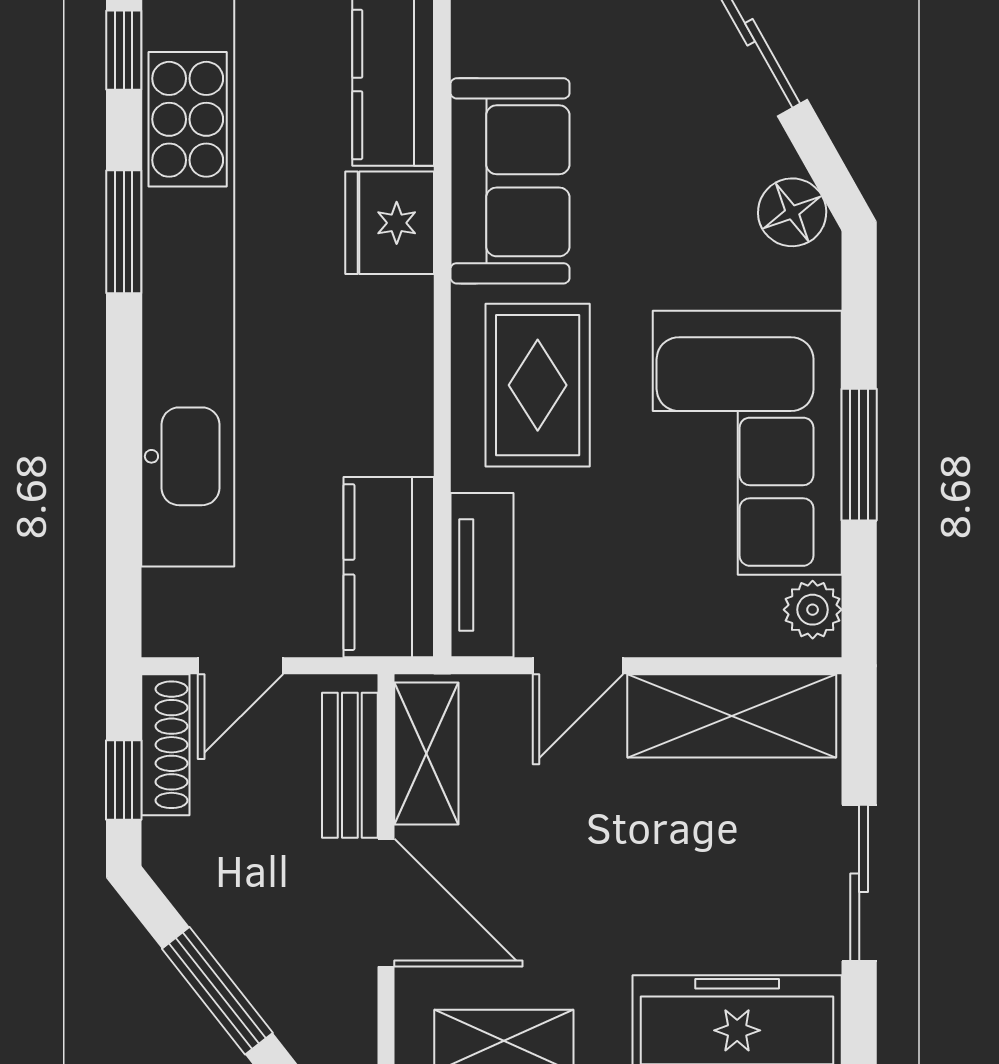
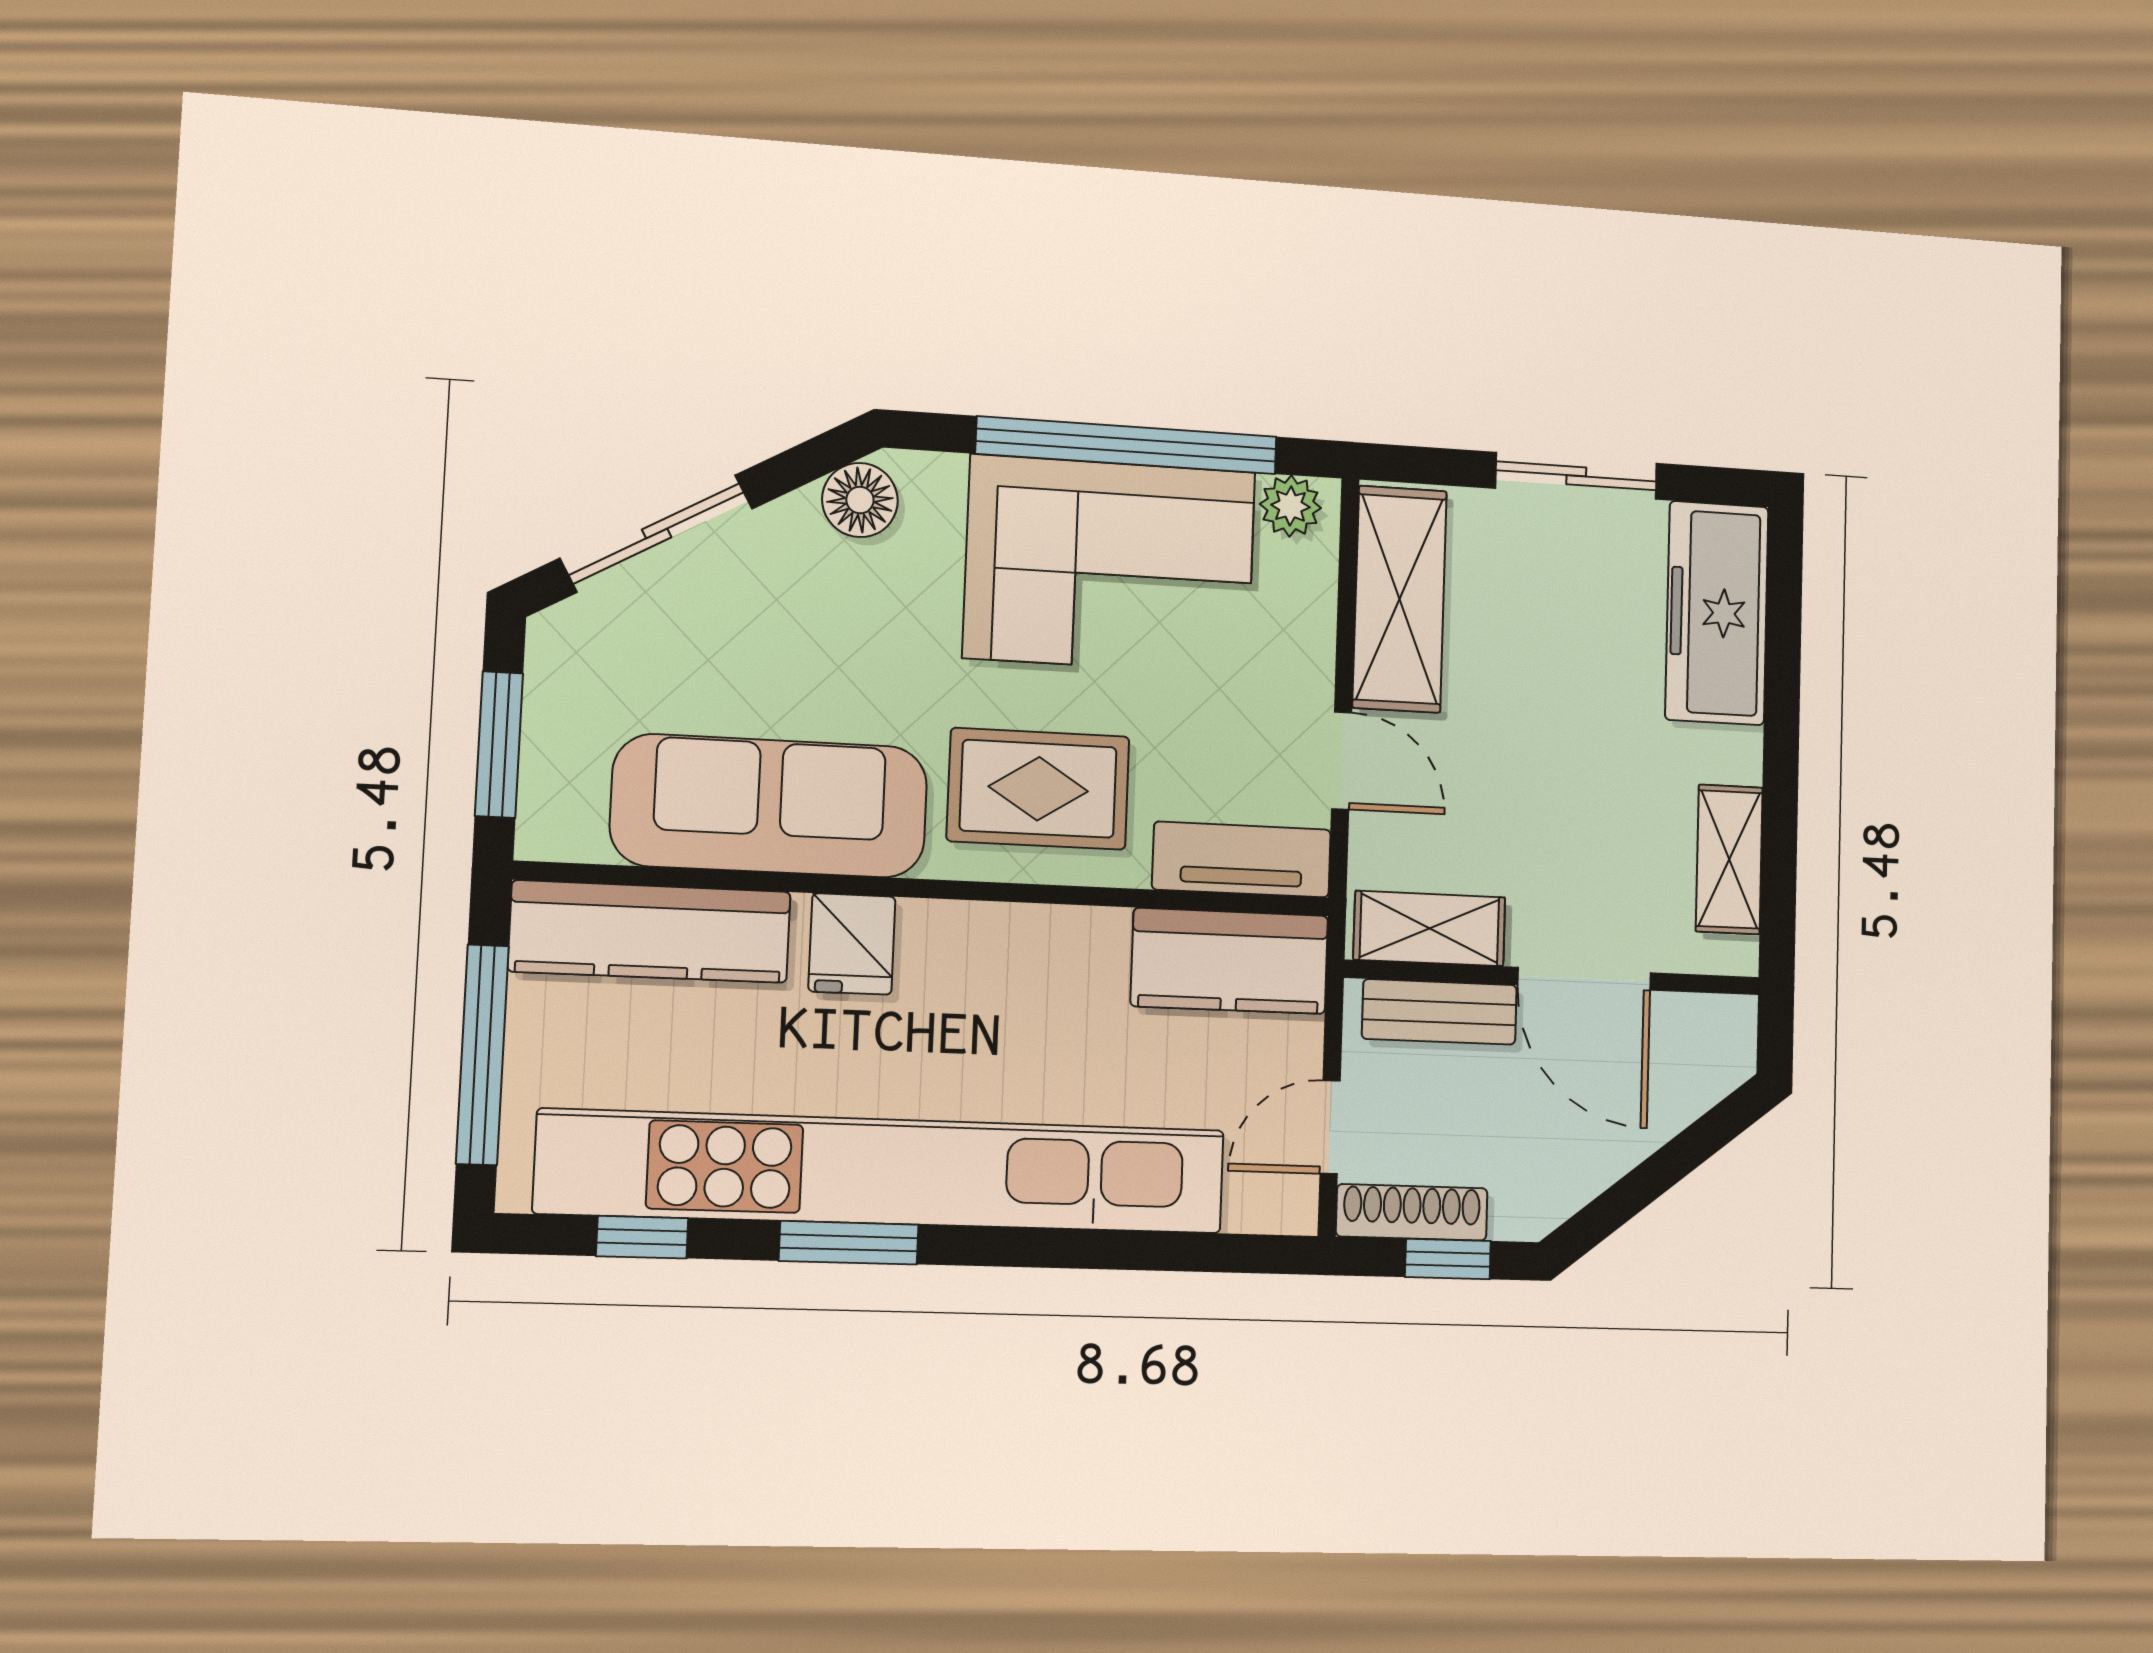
sofa: (510, 181) -> (769, 806), width x1.36
fridge: (390, 223) -> (852, 944), width x0.72
window: (859, 455) -> (1127, 445), width x2.11
door: (240, 666) -> (1330, 1127), swing flipped
door: (386, 903) -> (1584, 979), swing flipped
window: (217, 991) -> (1671, 1164), removed

